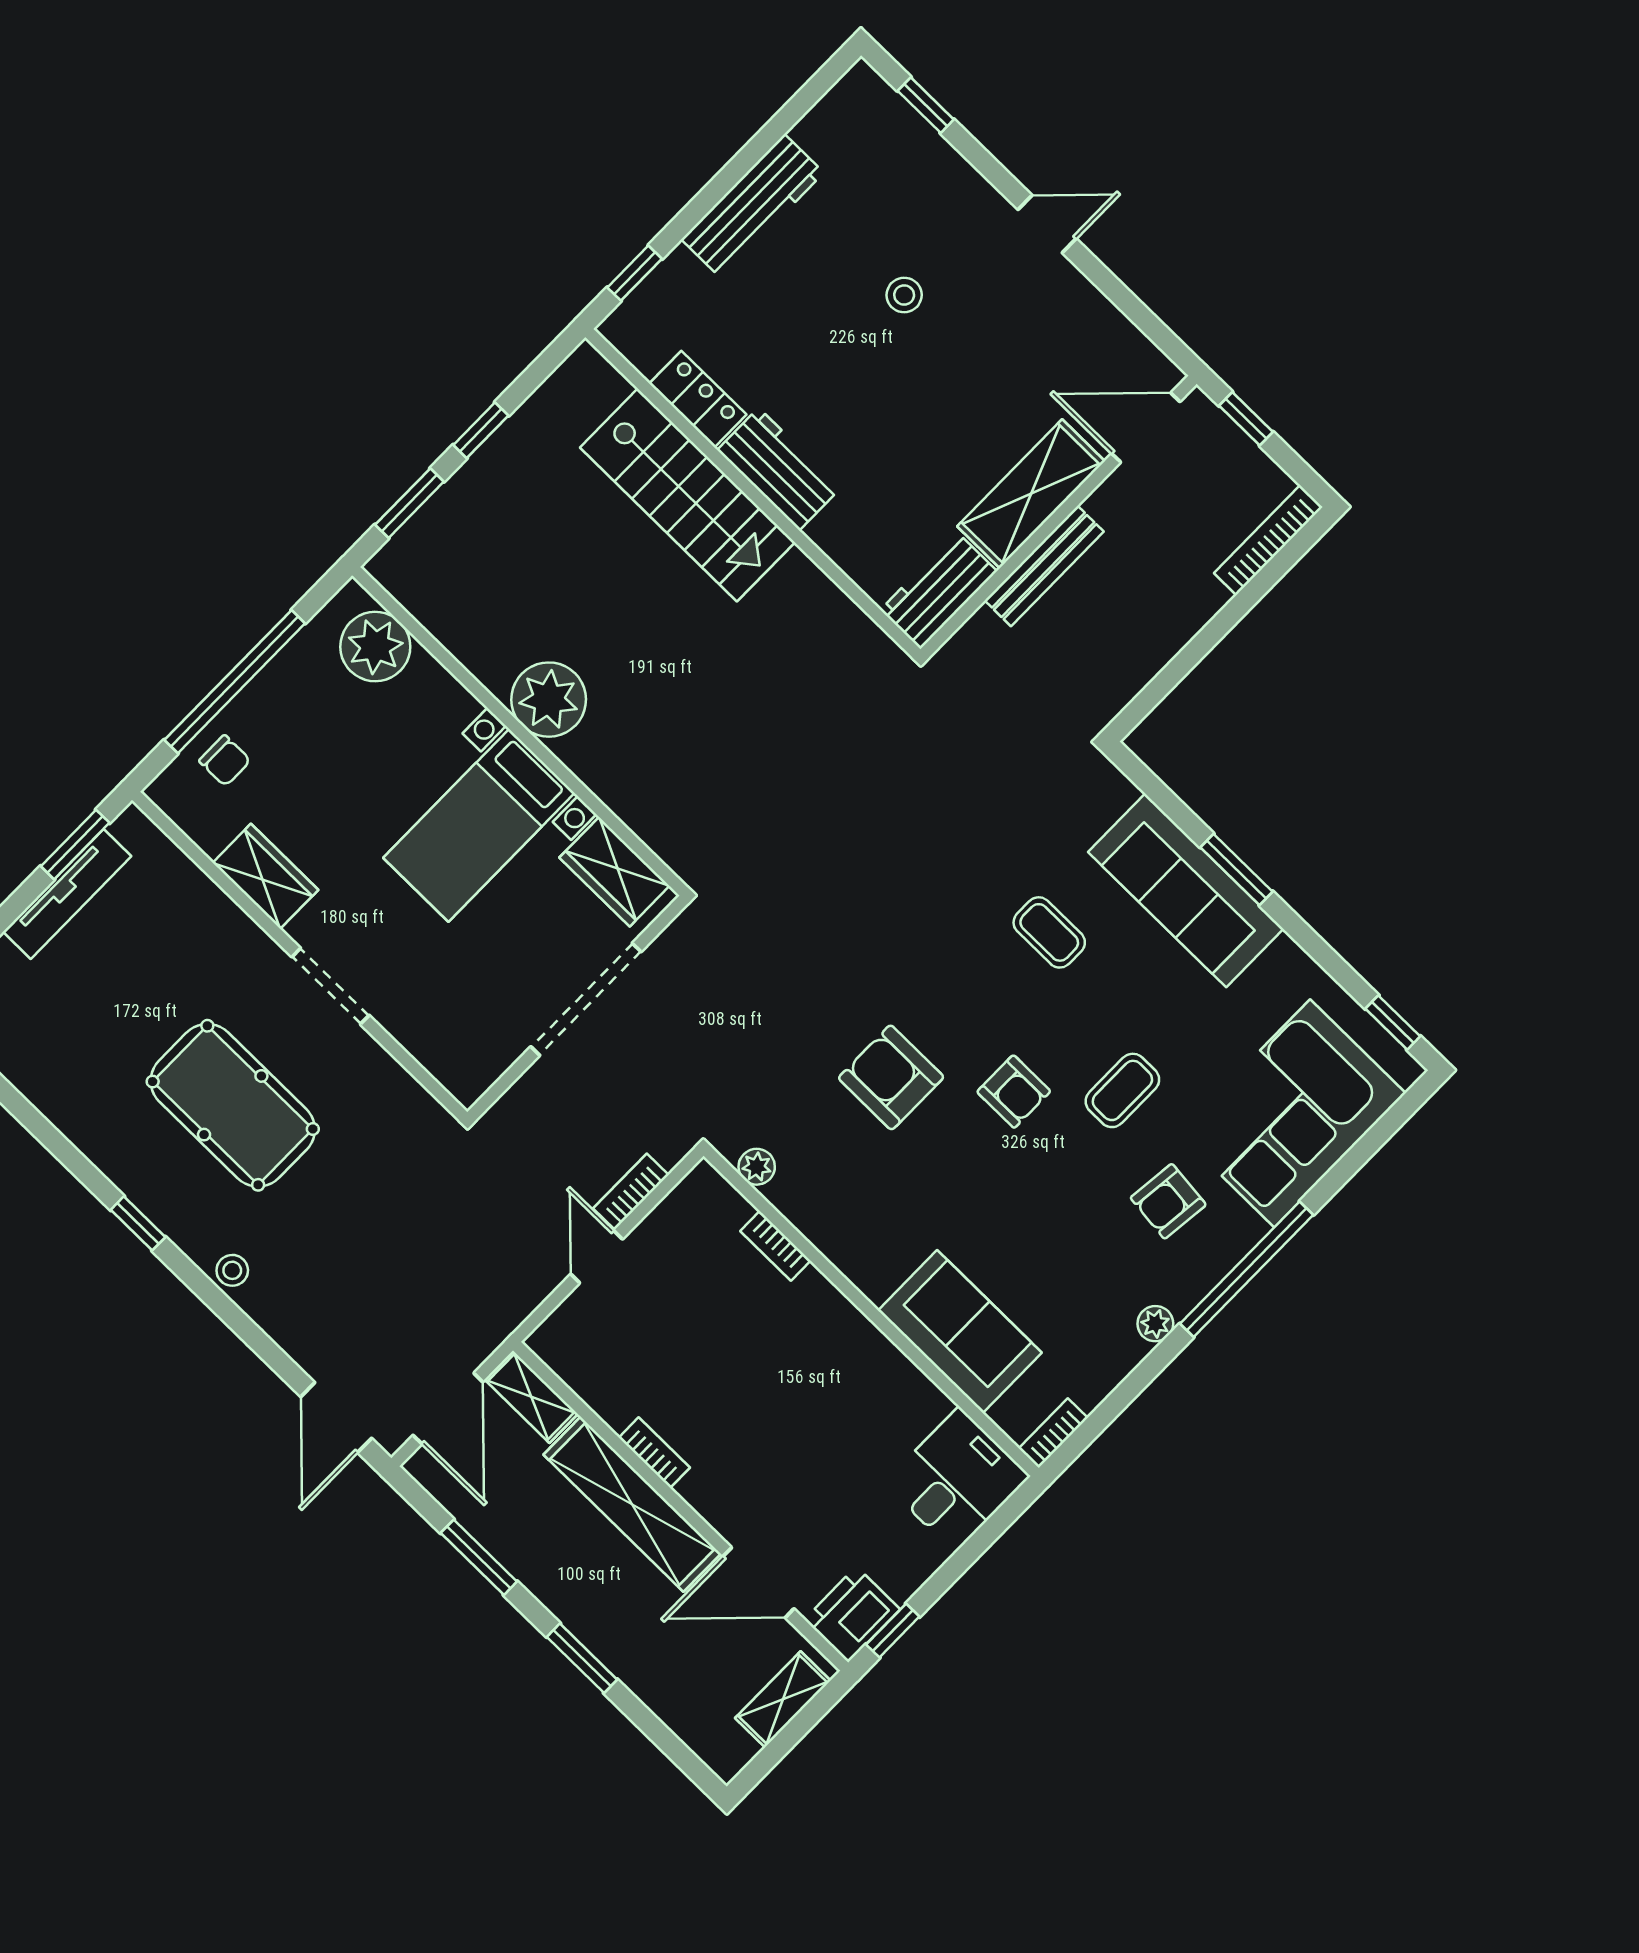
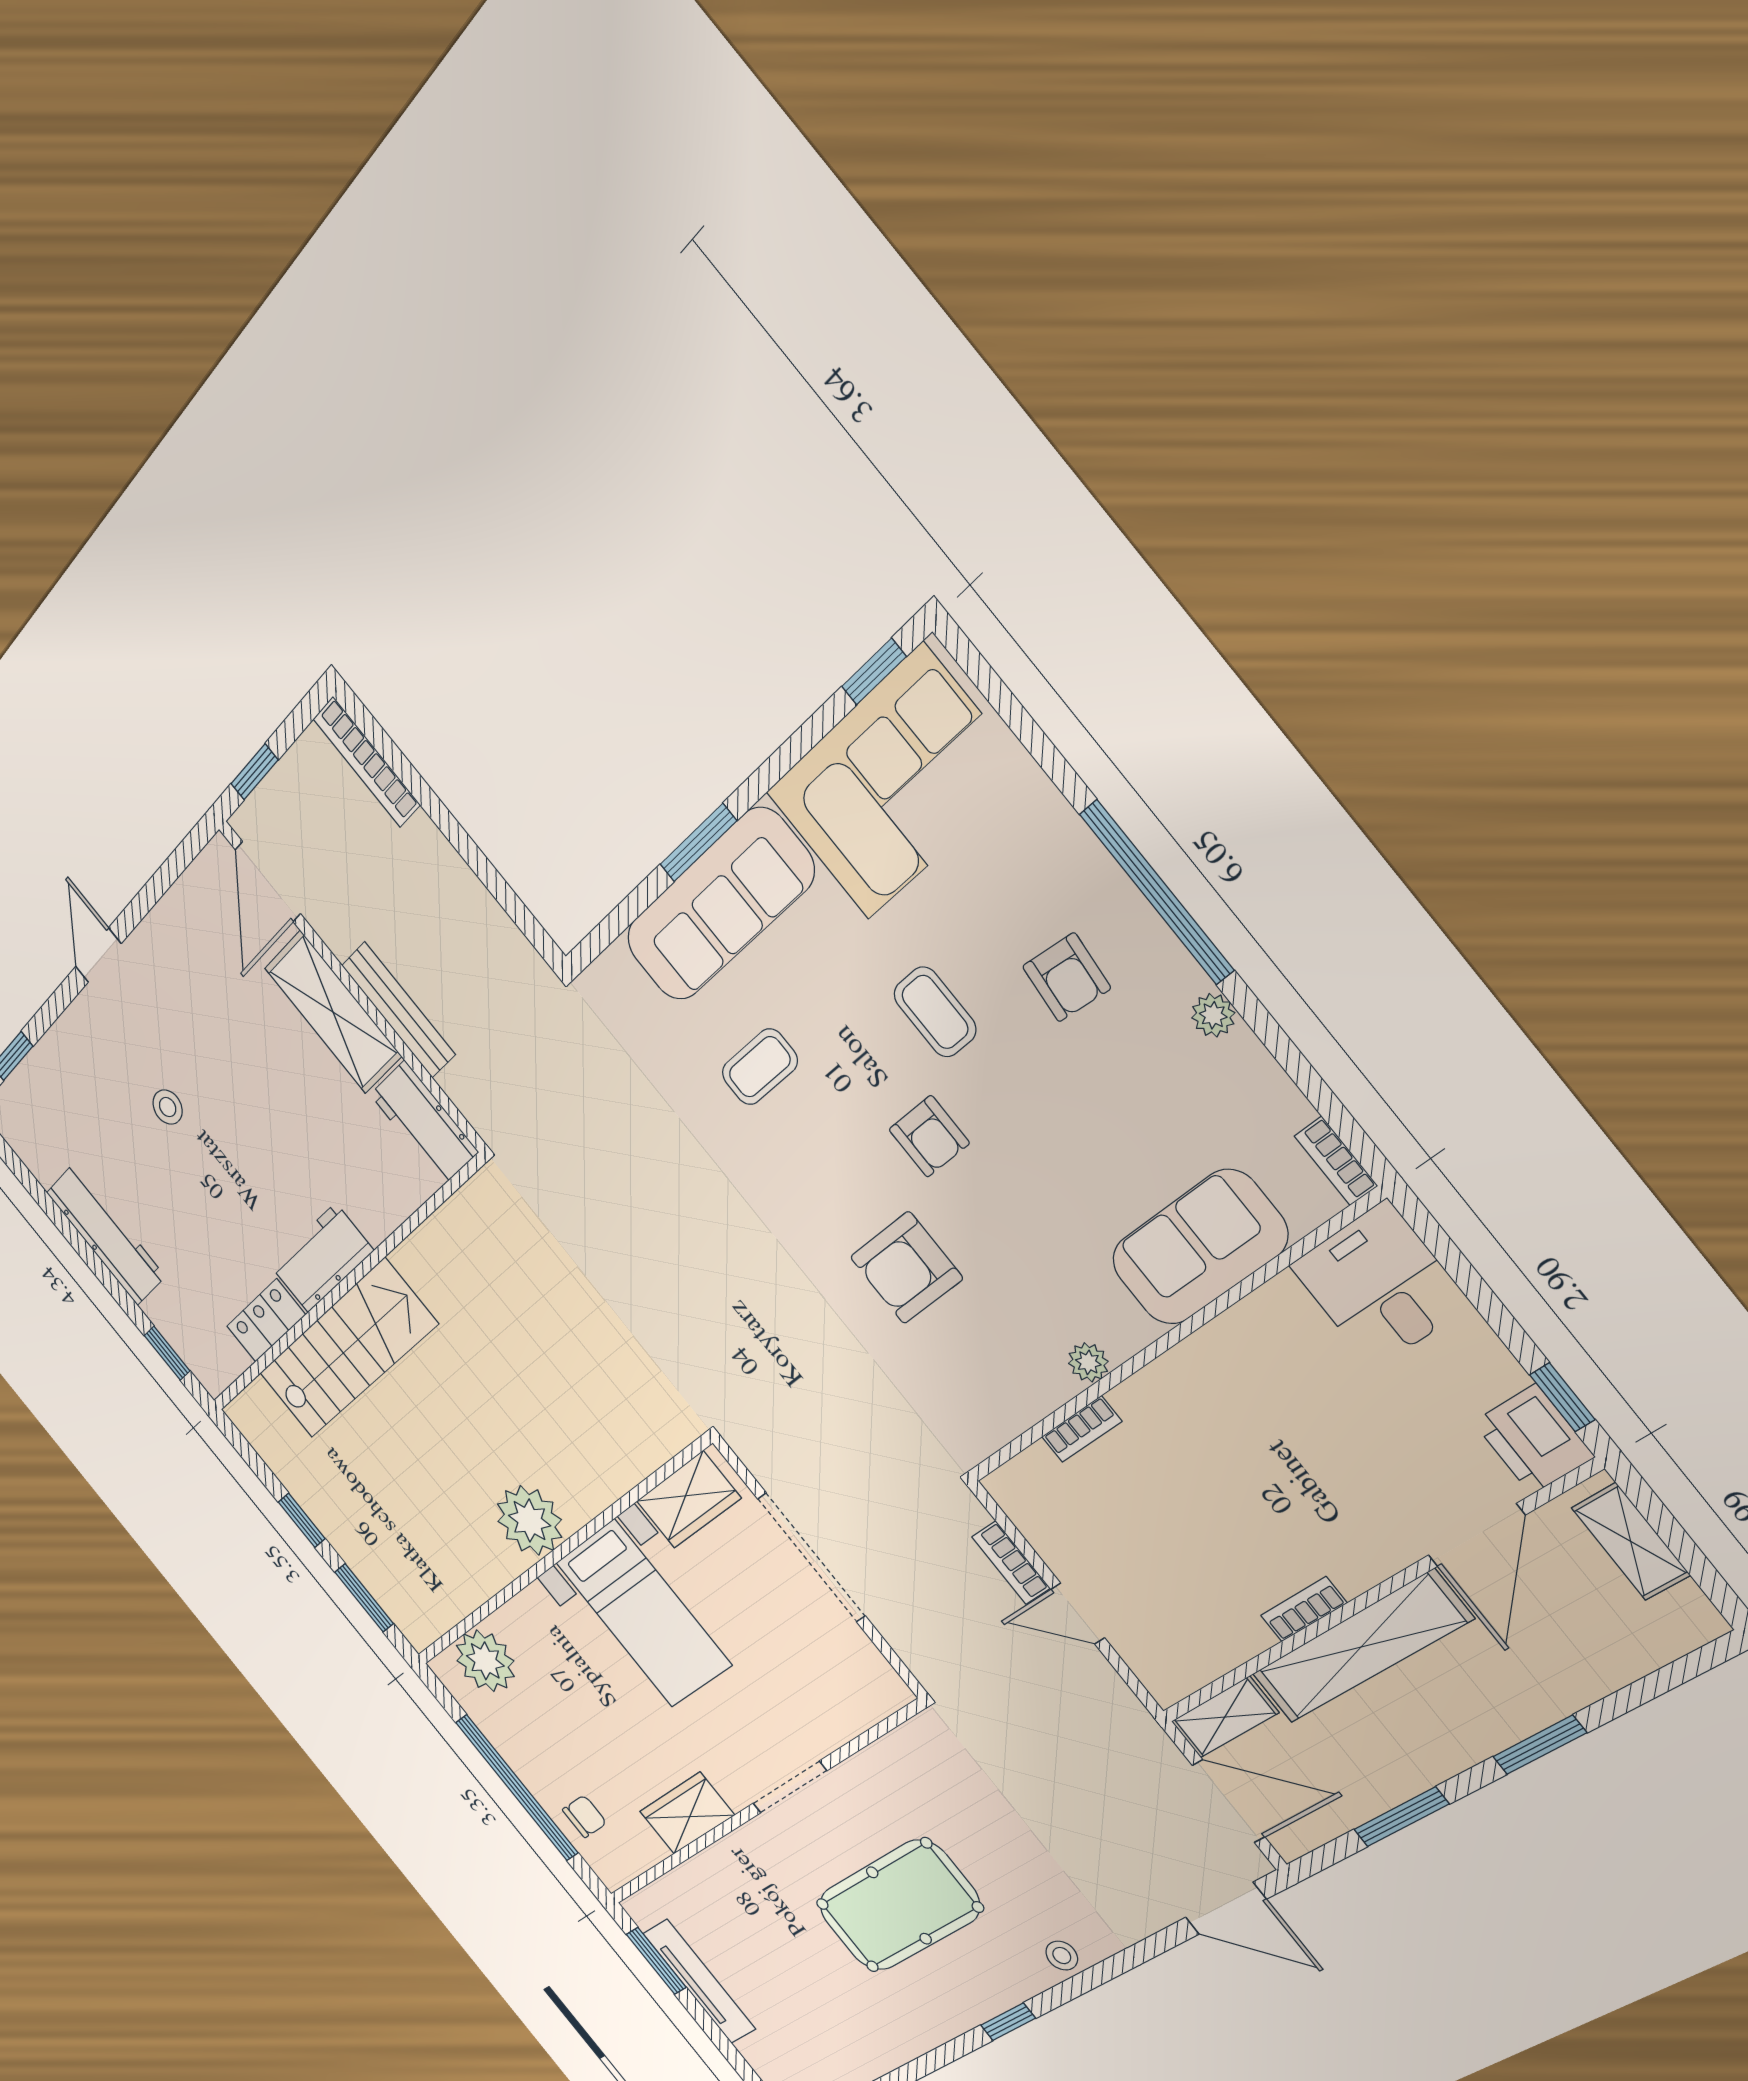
armchair: (1014, 1092) -> (929, 1136), turned 90
corner sofa: (1292, 1113) -> (895, 783), moved, turned -90
plant: (757, 1167) -> (1088, 1362), moved

